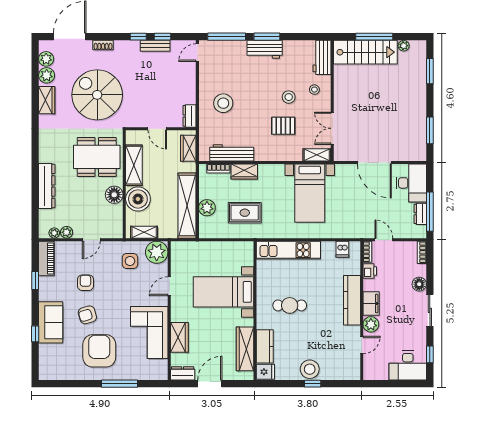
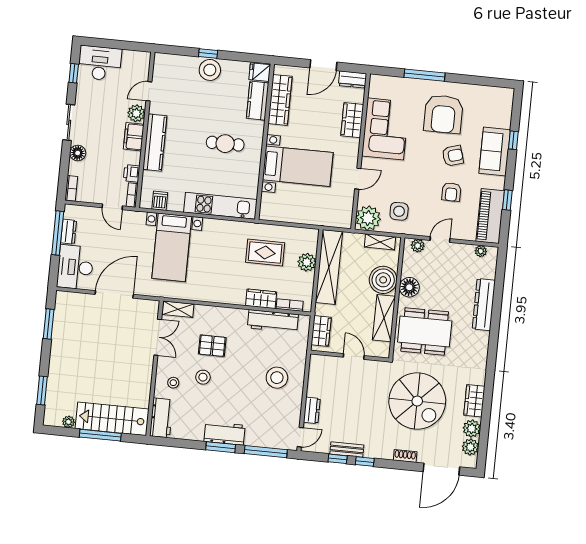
dresser: (190, 116) -> (312, 410), moved
door: (374, 162) -> (114, 294), hinge flipped
bed with nightstands: (310, 193) -> (172, 247), moved, turned 180
plant: (67, 232) -> (418, 246), moved
piano: (46, 258) -> (490, 216), width x1.37, depth x1.33

